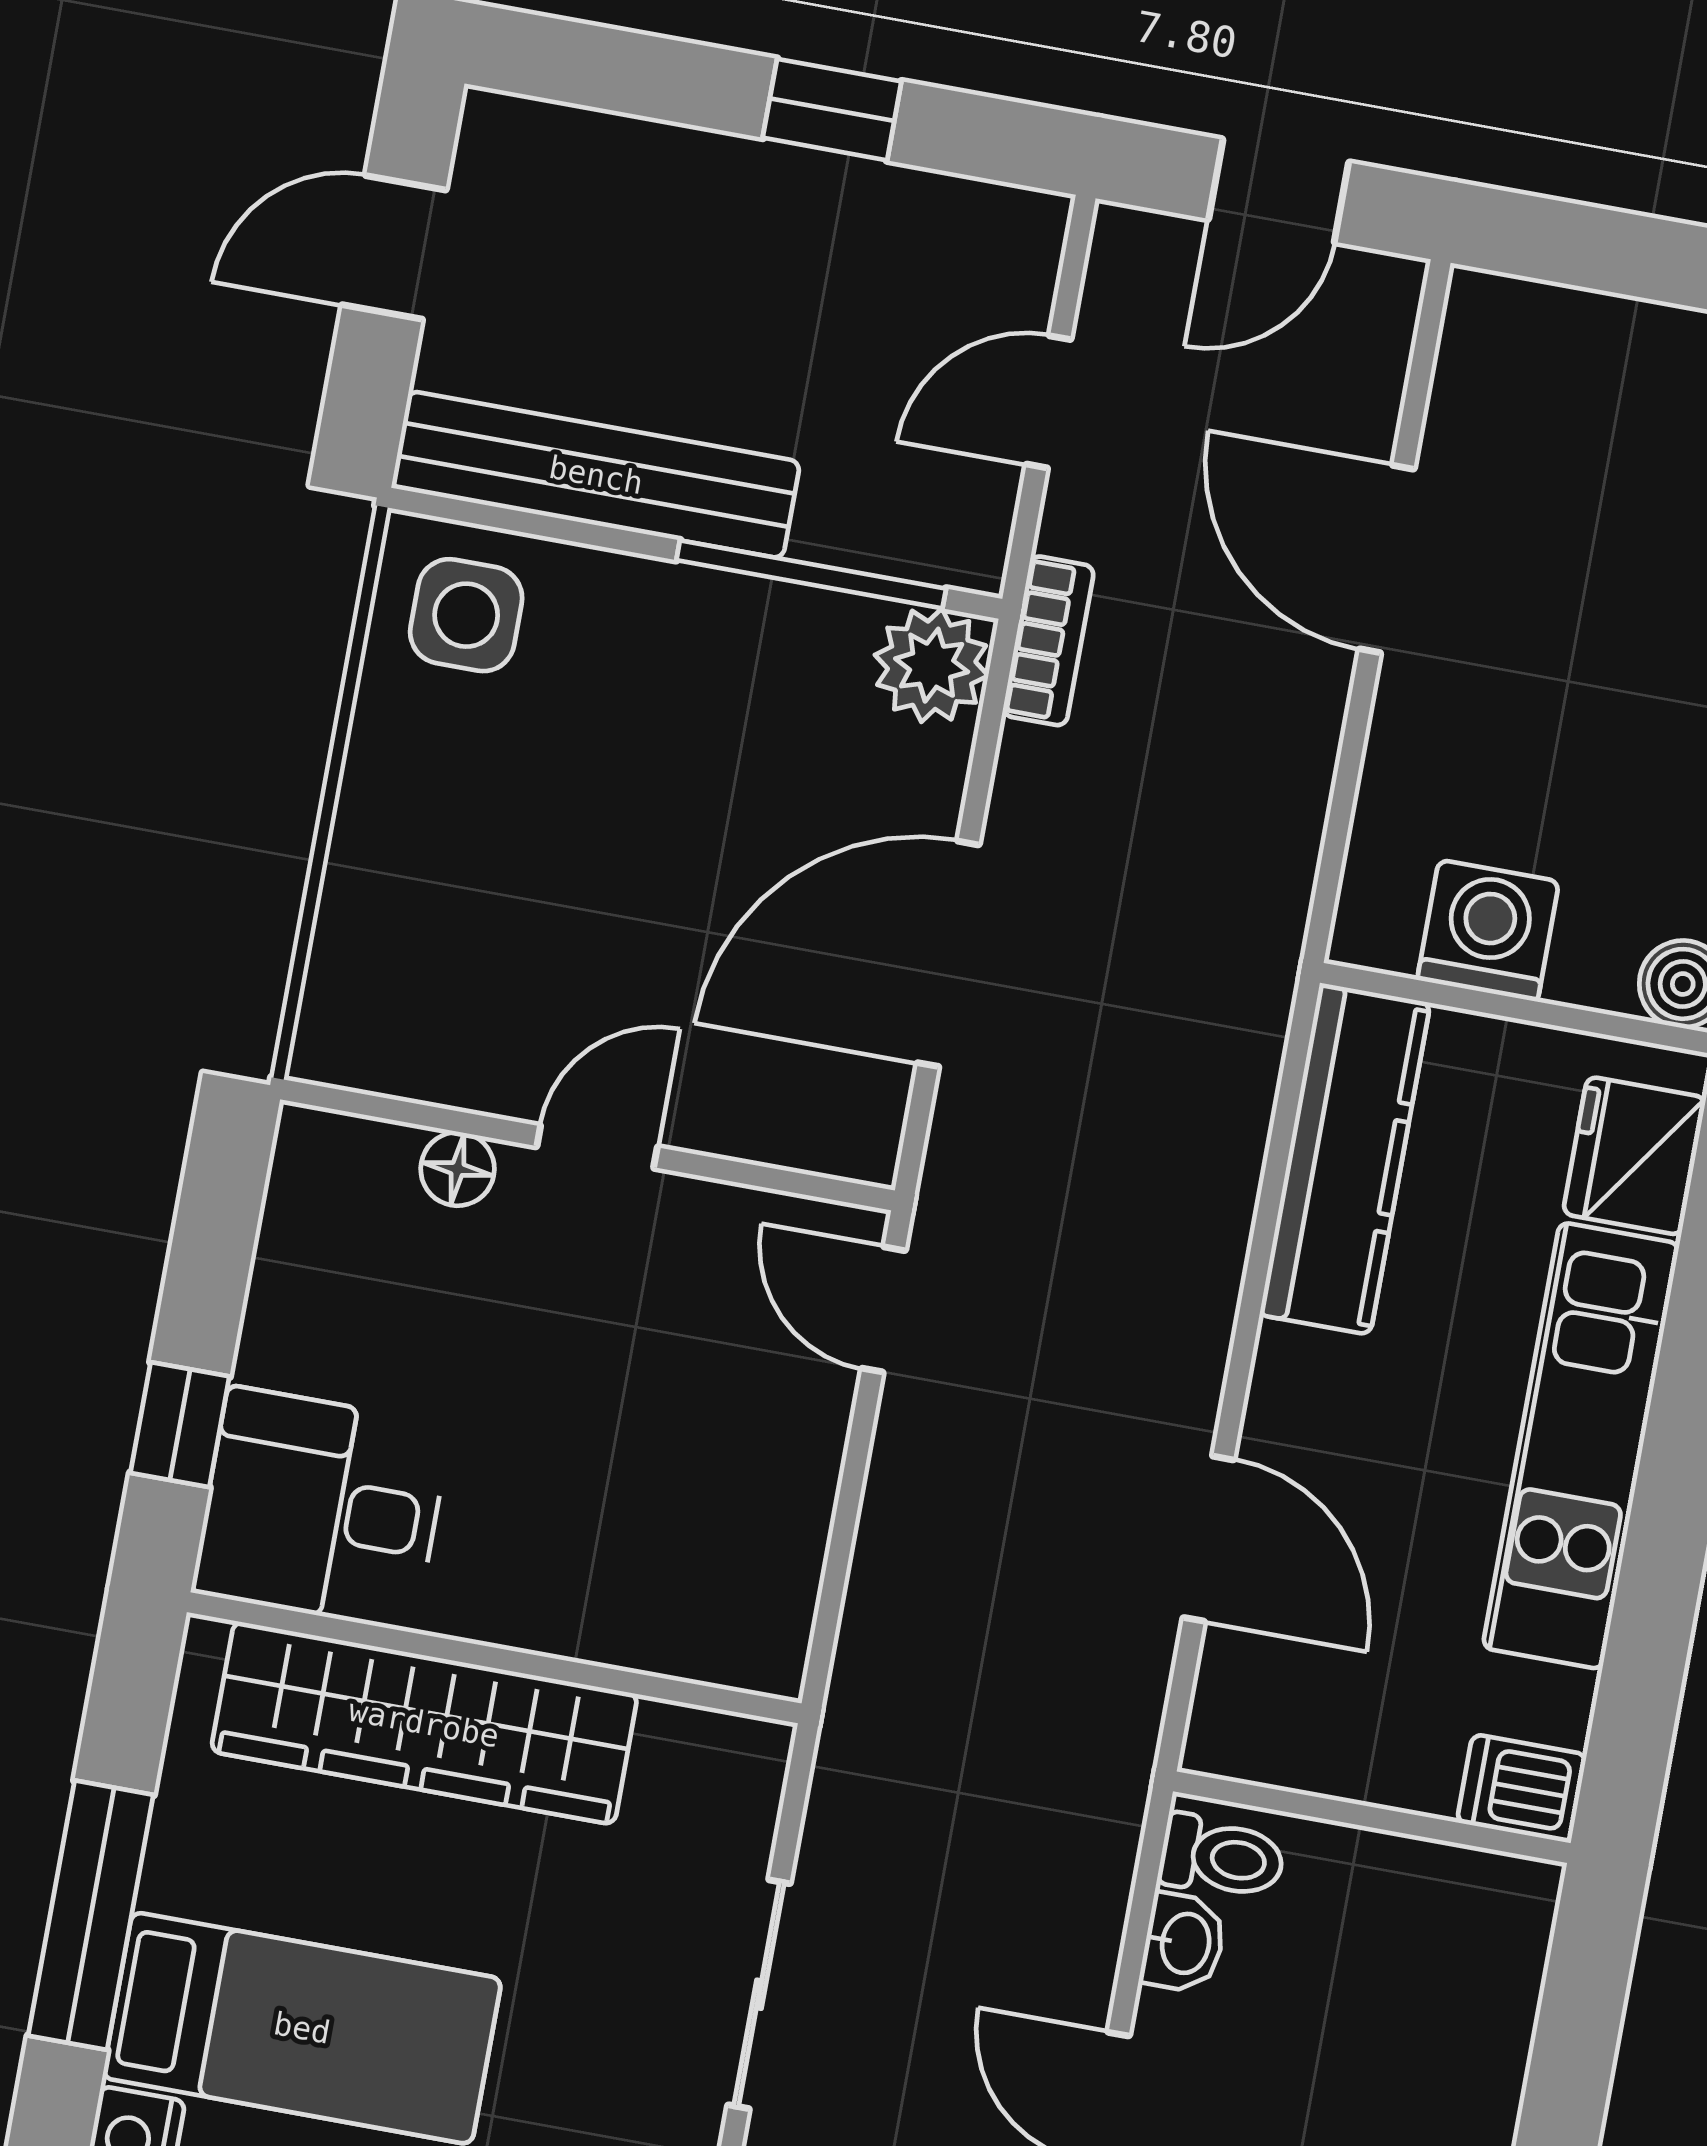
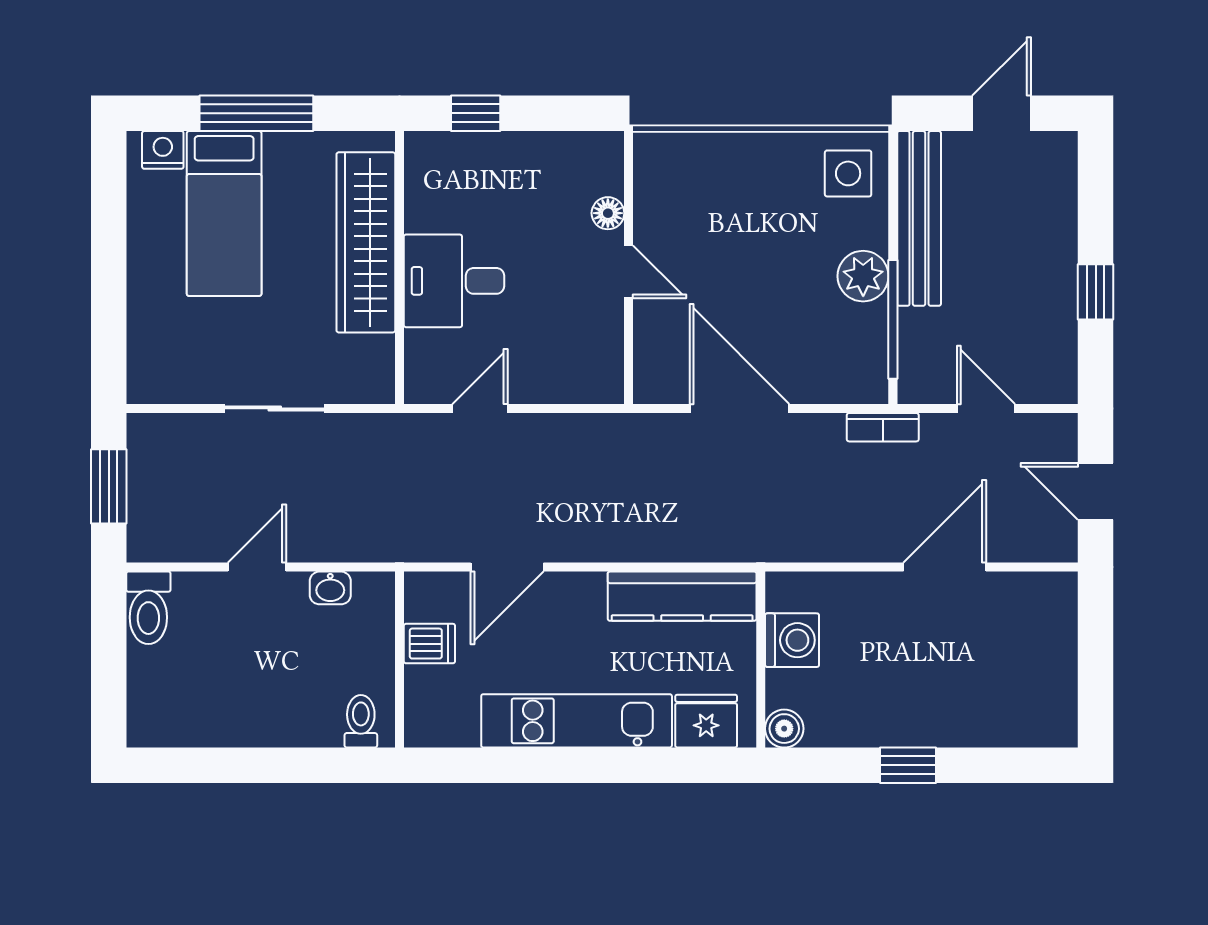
door: (394, 247) -> (1001, 113), hinge flipped
plant: (932, 665) -> (863, 276), moved
door: (883, 1309) -> (480, 408), moved
desk: (321, 1509) -> (454, 281), moved, turned -90
dishwasher: (1522, 1788) -> (429, 644), moved, turned 90
toilet: (1222, 1857) -> (361, 721), moved, turned 180

